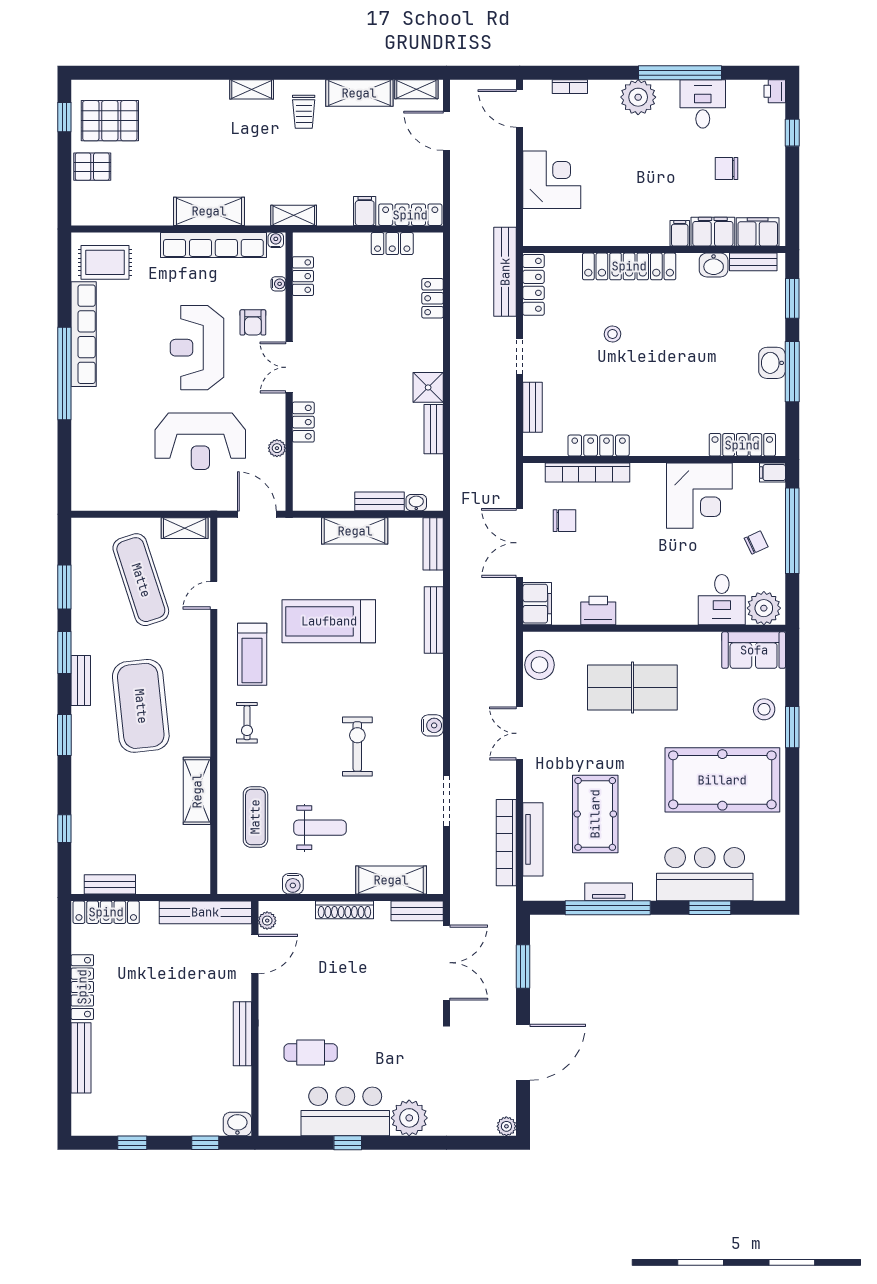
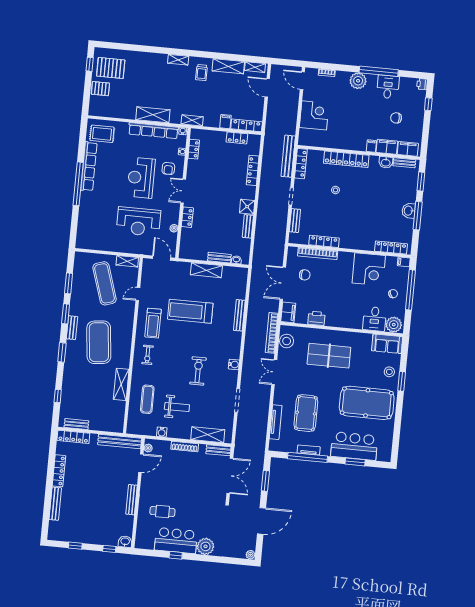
locker: (433, 298) -> (253, 170), width x1.53
bench: (433, 544) -> (242, 280), removed
bookcase: (506, 843) -> (272, 333), moved

